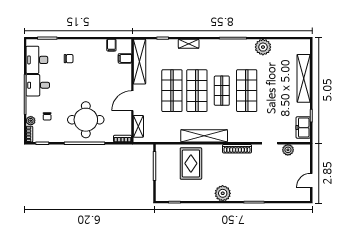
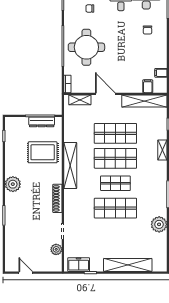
dresser: (160, 164) -> (42, 122), added

